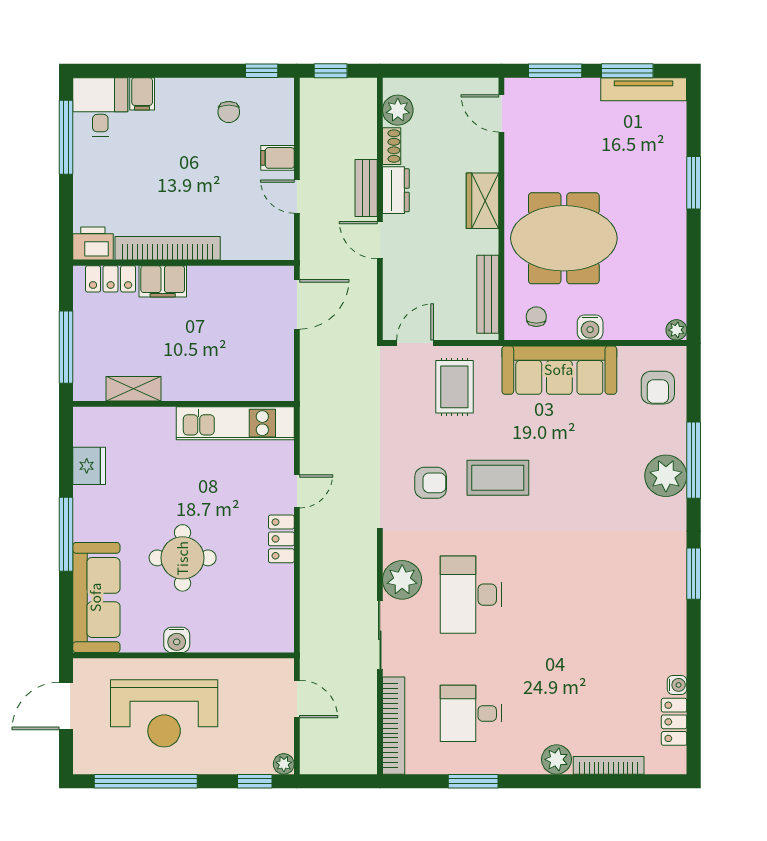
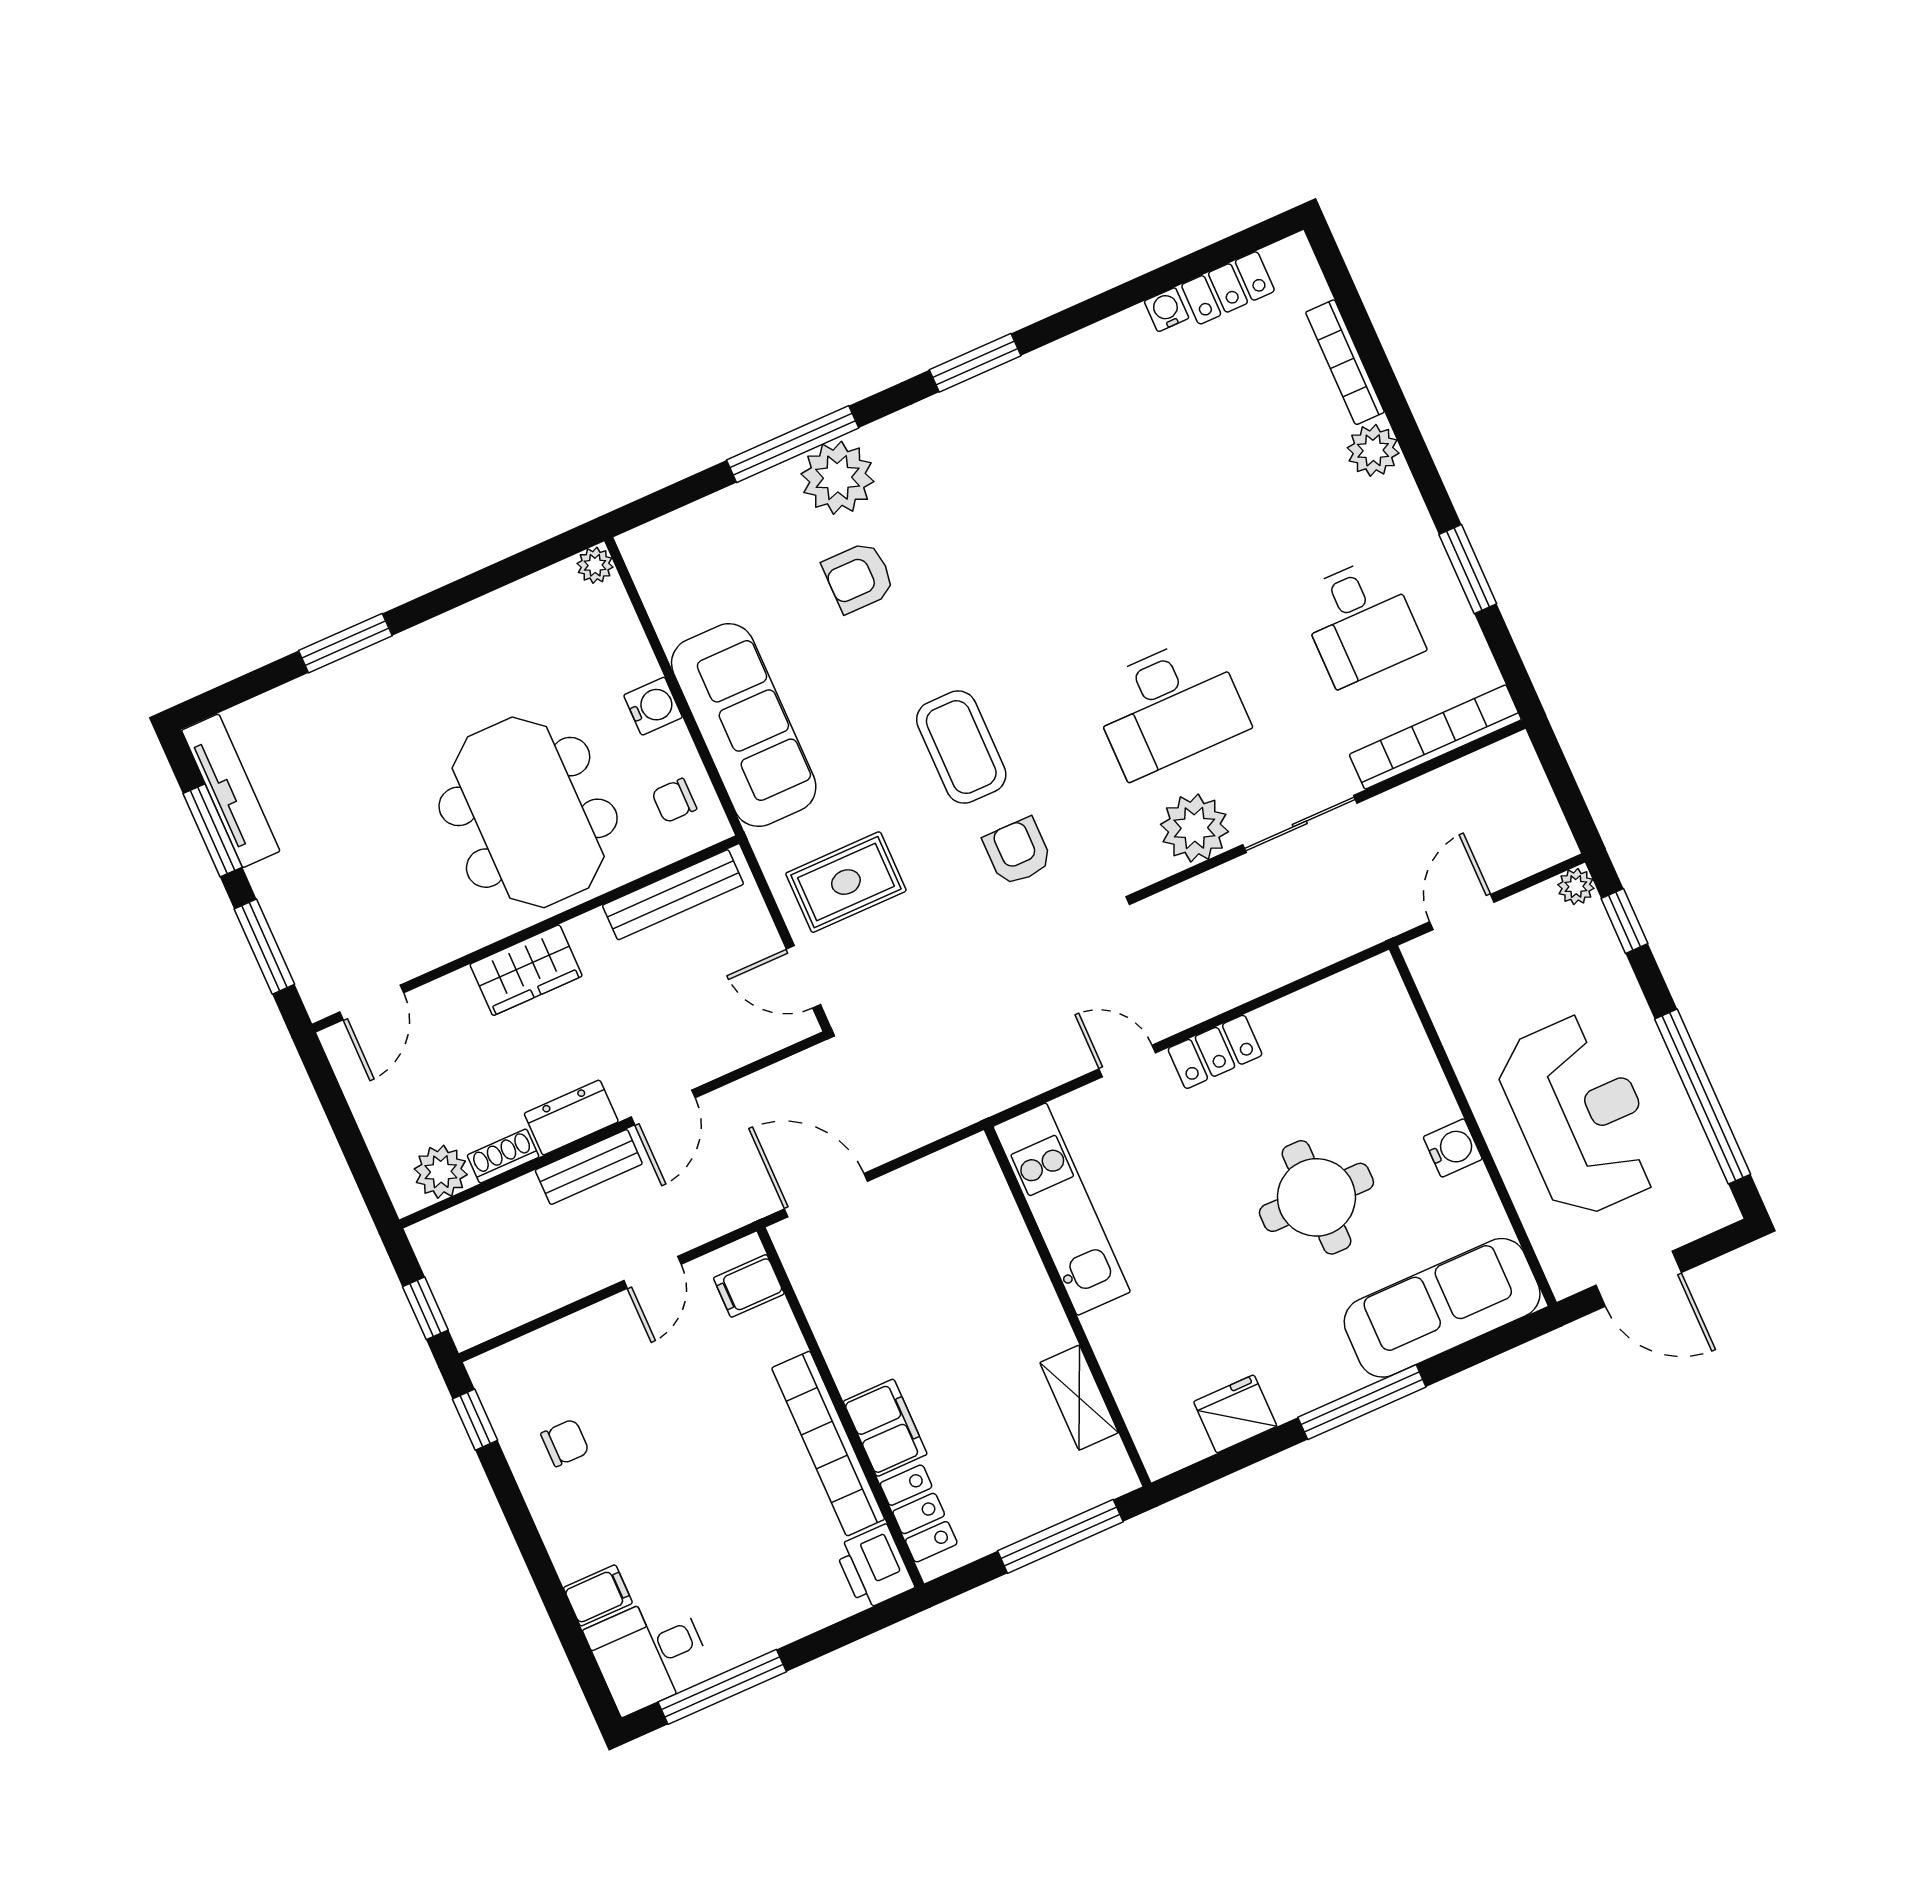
filing cabinet: (277, 158) -> (749, 1286), moved, turned 90
armchair: (658, 388) -> (859, 577), moved, turned 180

